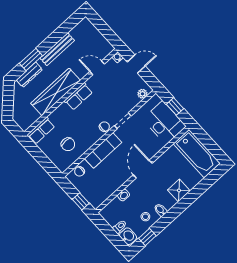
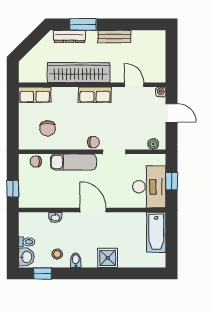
bench: (57, 49) -> (114, 36), width x0.73
bathtub: (197, 153) -> (156, 232), width x0.73, depth x0.73
door: (143, 169) -> (93, 210), hinge flipped

